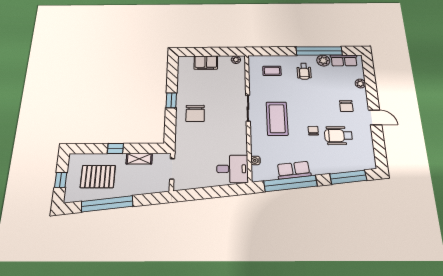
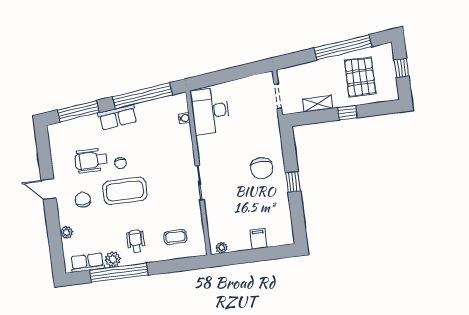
filing cabinet: (206, 63) -> (259, 239), width x0.50
chair: (195, 113) -> (262, 168), turned 180
coffee table: (277, 119) -> (125, 191), moved, turned 90
wheelchair: (338, 136) -> (91, 160), turned 180
desk: (232, 169) -> (210, 111), width x1.37
row of seats: (294, 170) -> (118, 117), moved
pallet: (98, 177) -> (360, 77), turned 90

